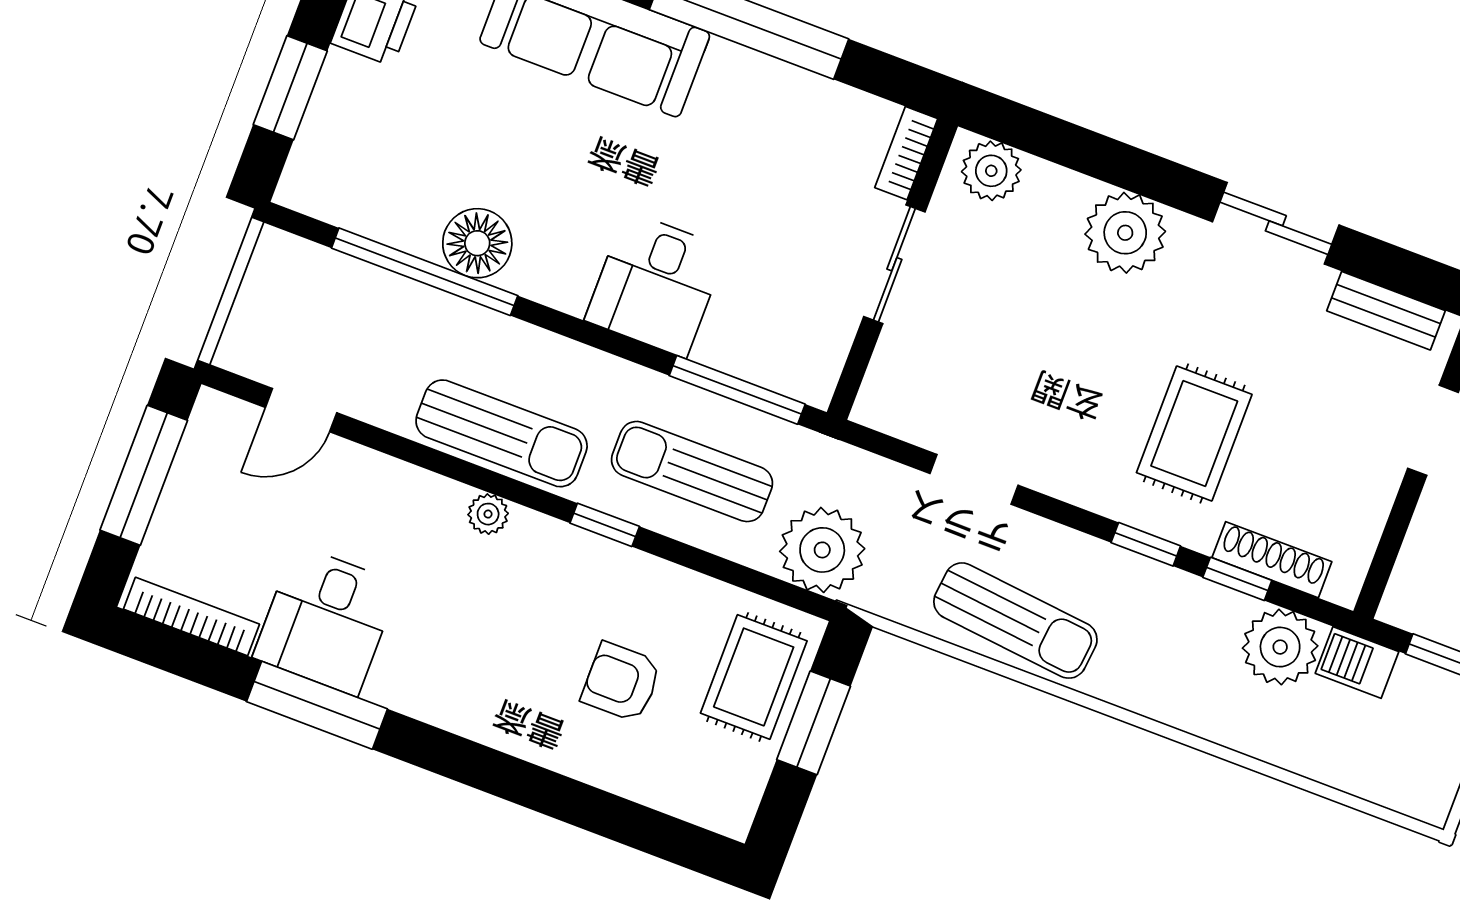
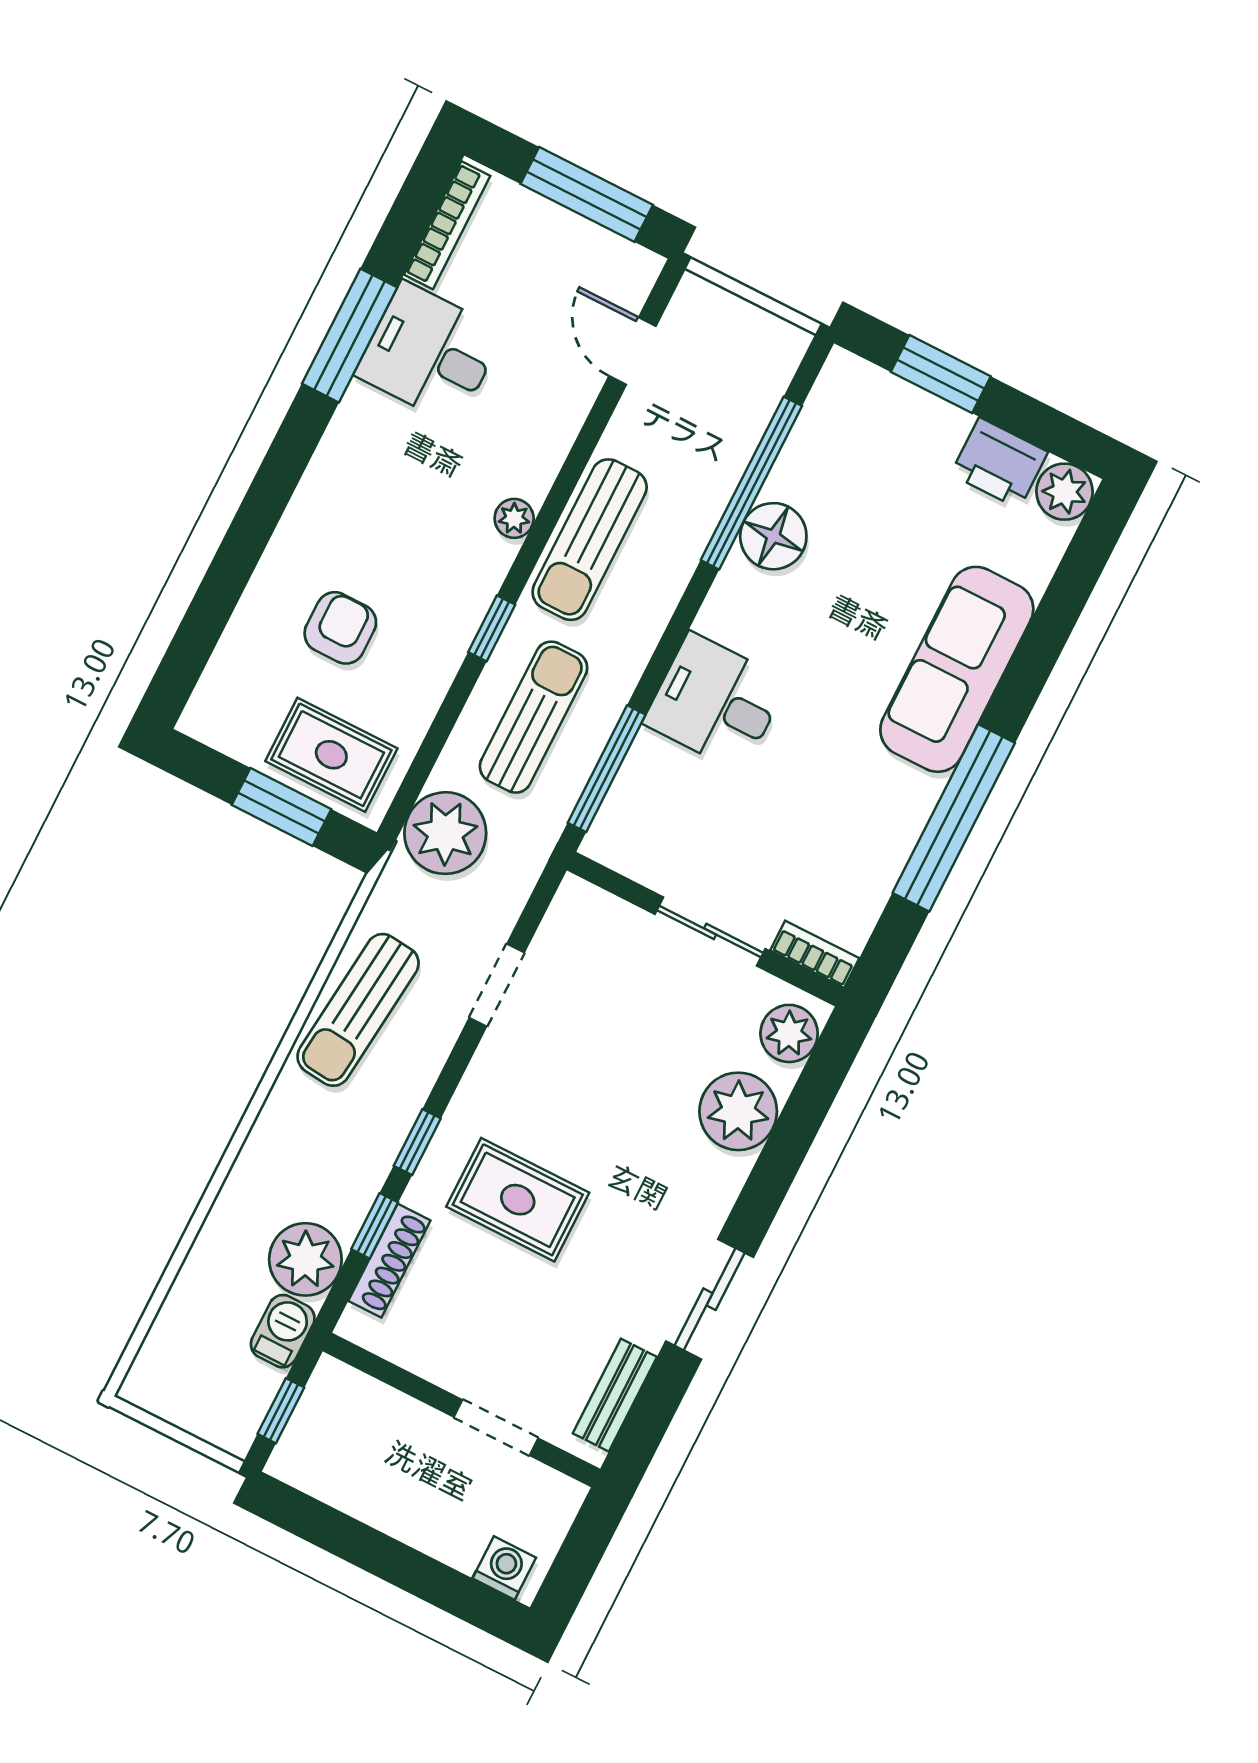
plant: (1125, 233) -> (738, 1111), moved

